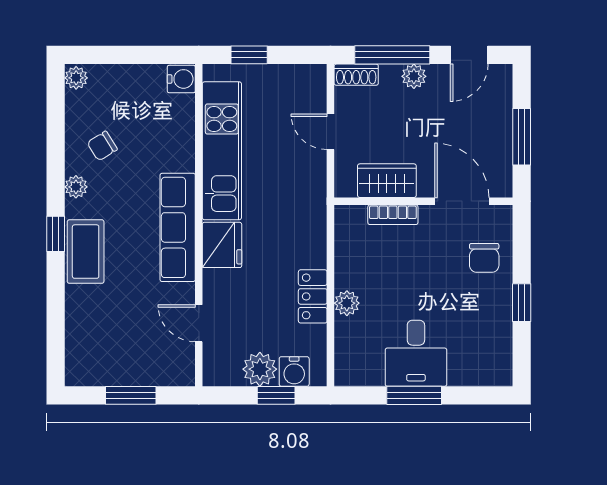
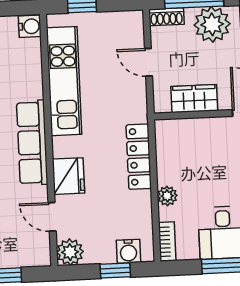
plant: (414, 76) -> (212, 24), width x1.87, depth x1.87
bookcase: (393, 215) -> (167, 242), moved, turned -90
fridge: (222, 245) -> (68, 176), moved
locker: (313, 296) -> (139, 157), moved, width x1.53
plant: (260, 369) -> (70, 252), moved

